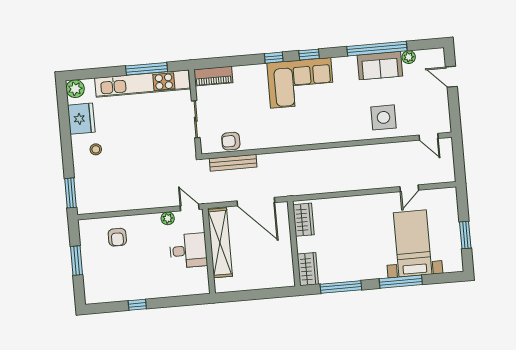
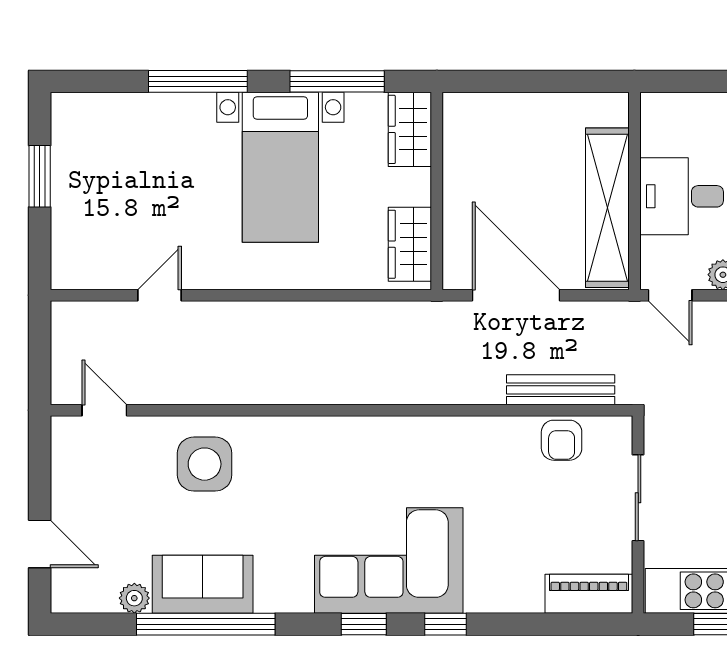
armchair: (231, 141) -> (562, 440), turned 90
bed with nightstands: (413, 243) -> (280, 167), moved

